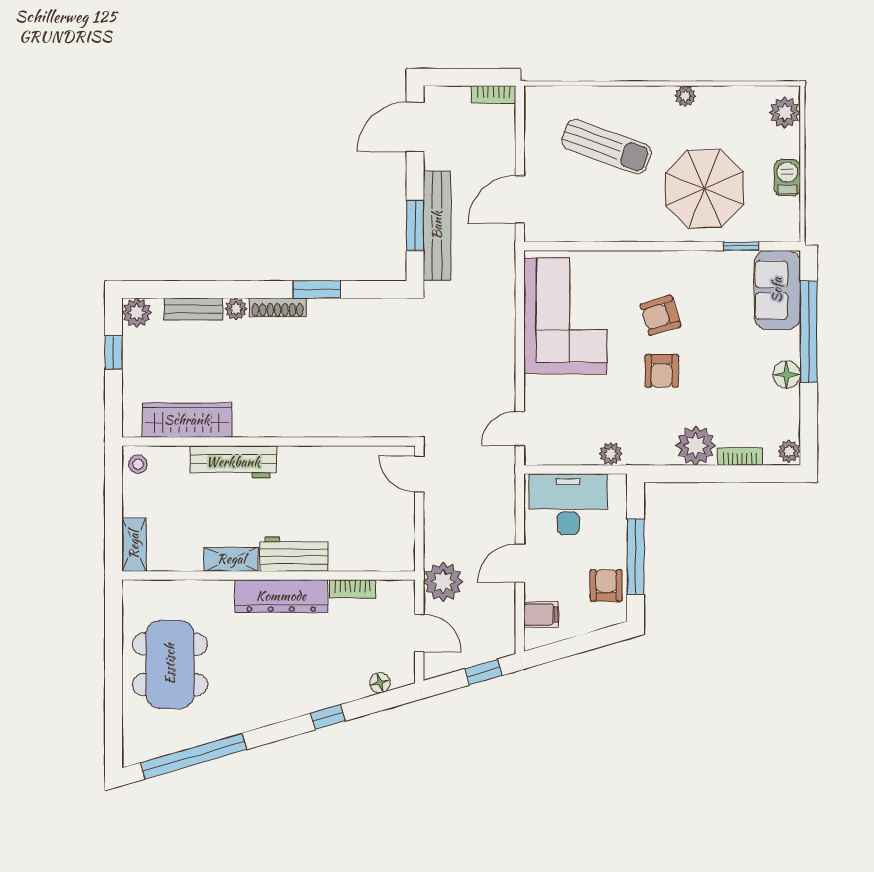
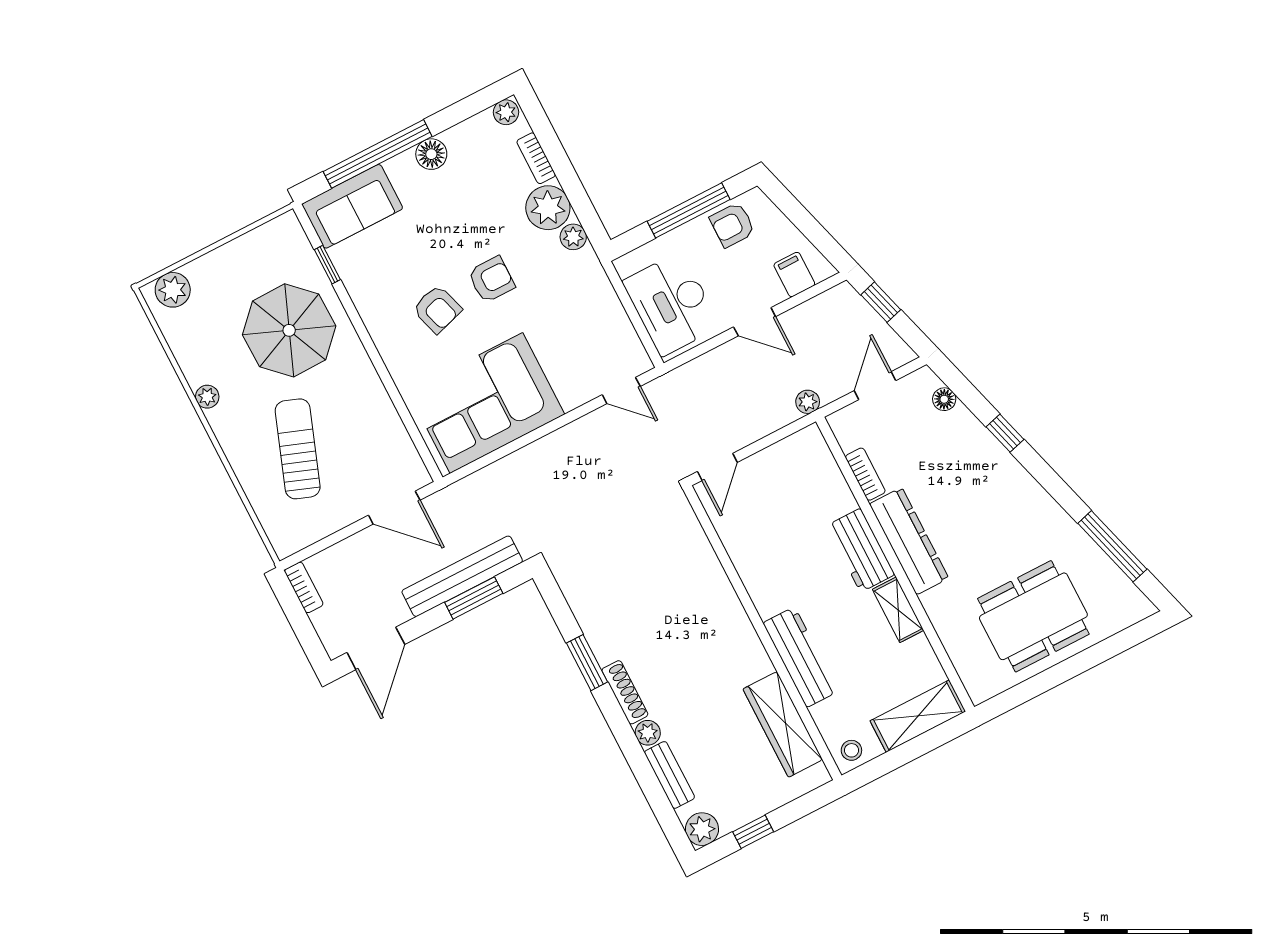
door: (415, 127) -> (376, 648), hinge flipped
barbecue: (787, 178) -> (236, 254), removed
plant: (611, 454) -> (573, 237), moved
shelving: (134, 545) -> (918, 716), width x1.50, depth x1.33
plant: (443, 582) -> (808, 402), width x0.53, depth x0.53
window: (193, 756) -> (1112, 546), width x0.68

